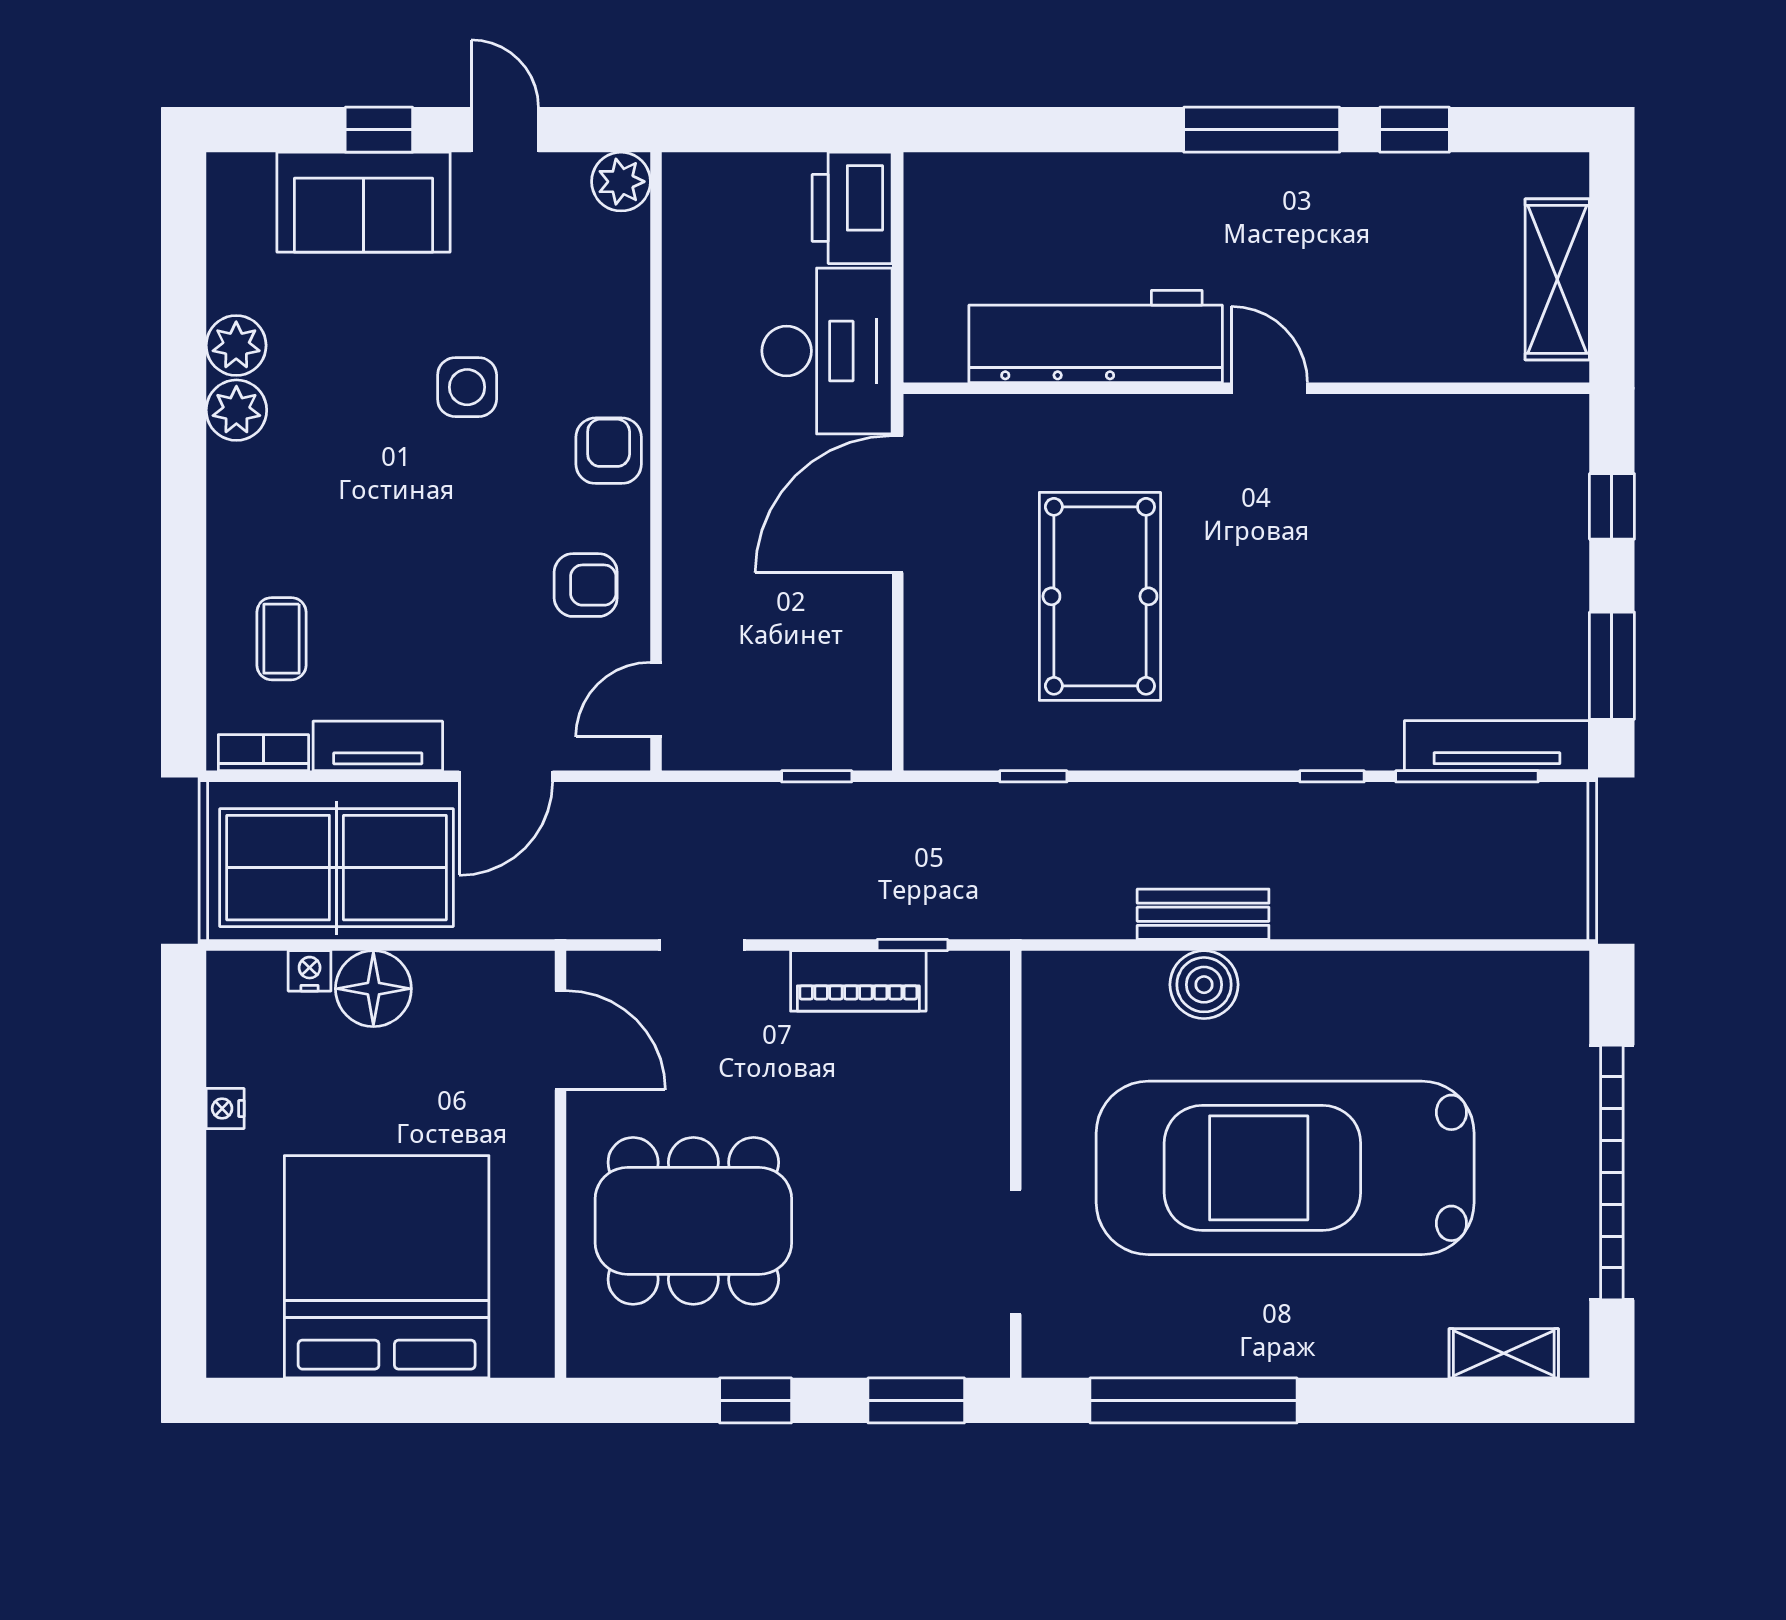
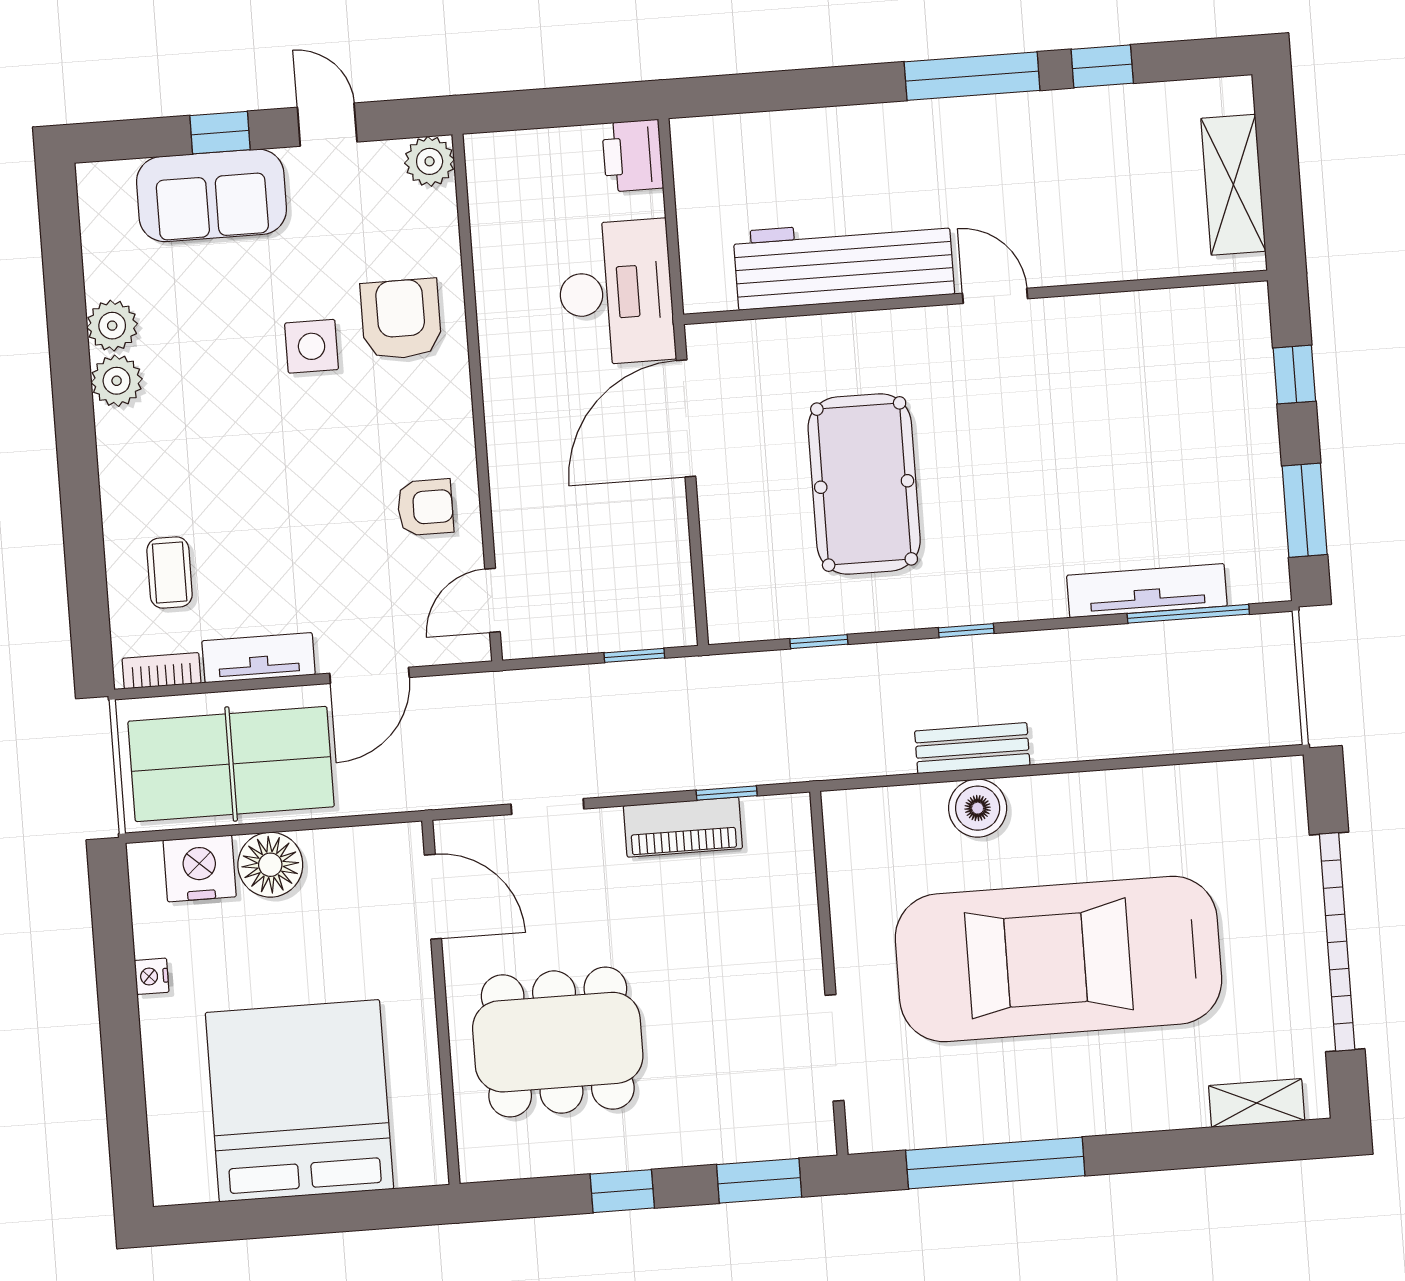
printer: (852, 208) -> (633, 156), width x0.73, depth x0.84
armchair: (609, 451) -> (401, 319), moved, width x1.38, depth x1.38
tv unit: (1497, 746) -> (1147, 591), moved
window: (1332, 776) -> (966, 630), moved
nightstand: (310, 971) -> (200, 869), width x1.89, depth x1.79

